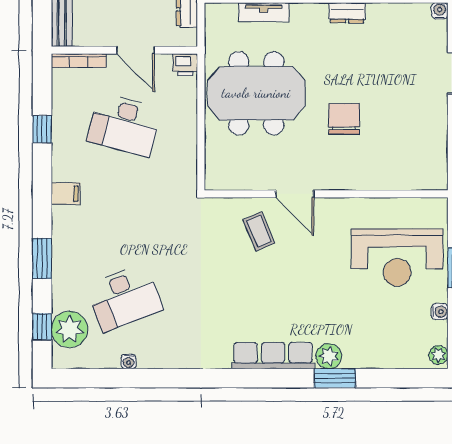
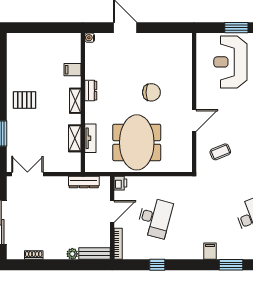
chair: (344, 119) -> (151, 92), turned 180
filing cabinet: (66, 194) -> (210, 251), moved
coffee table: (259, 231) -> (220, 152), moved
reception desk: (397, 257) -> (230, 62), turned 180

